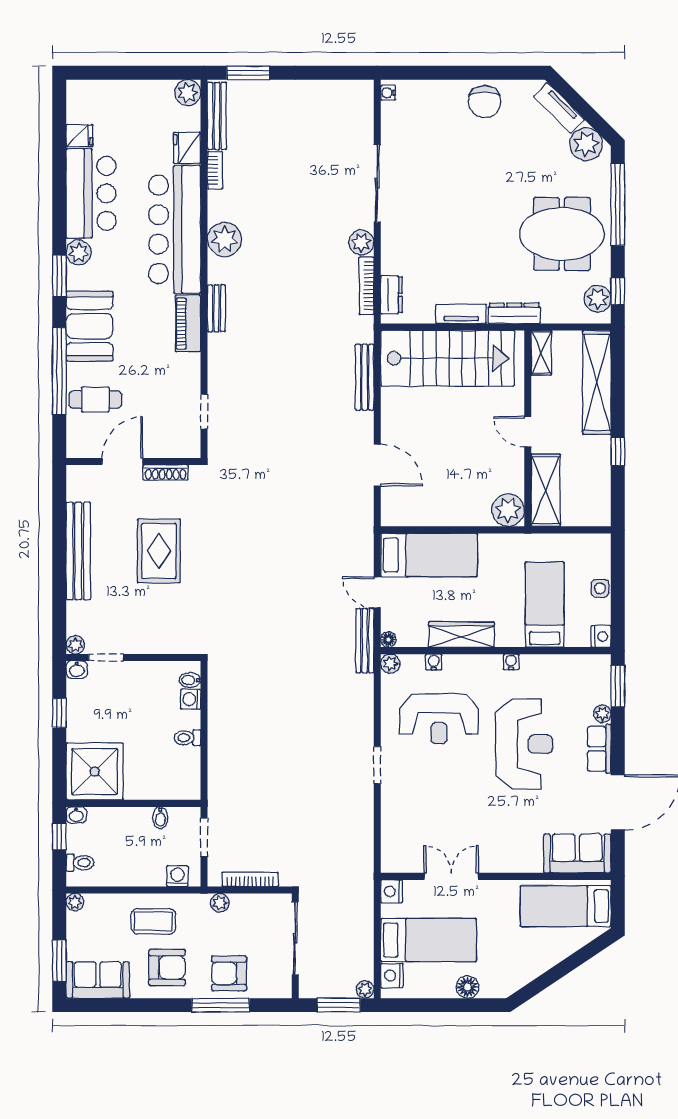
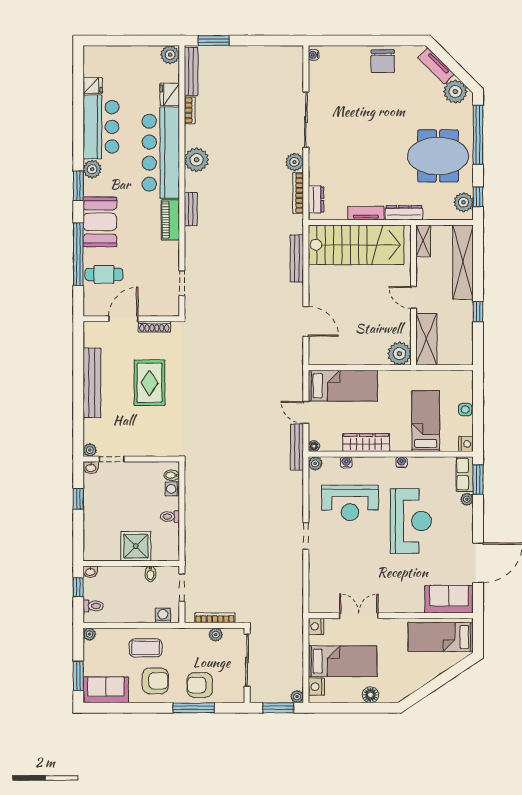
row of seats: (599, 749) -> (465, 474), moved
shower: (95, 771) -> (136, 546), moved, width x0.73, depth x0.73
plant: (220, 903) -> (216, 635), moved

